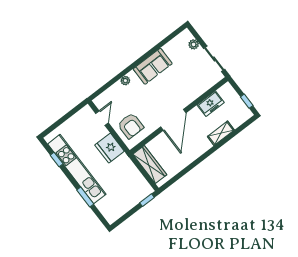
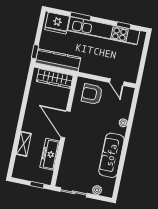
sofa: (153, 66) -> (111, 155), width x1.36
window: (247, 101) -> (37, 185), moved
freezer: (211, 104) -> (50, 154), width x1.40
fridge: (110, 148) -> (57, 23), moved, turned 180
kitchen counter: (134, 177) -> (58, 60), added

